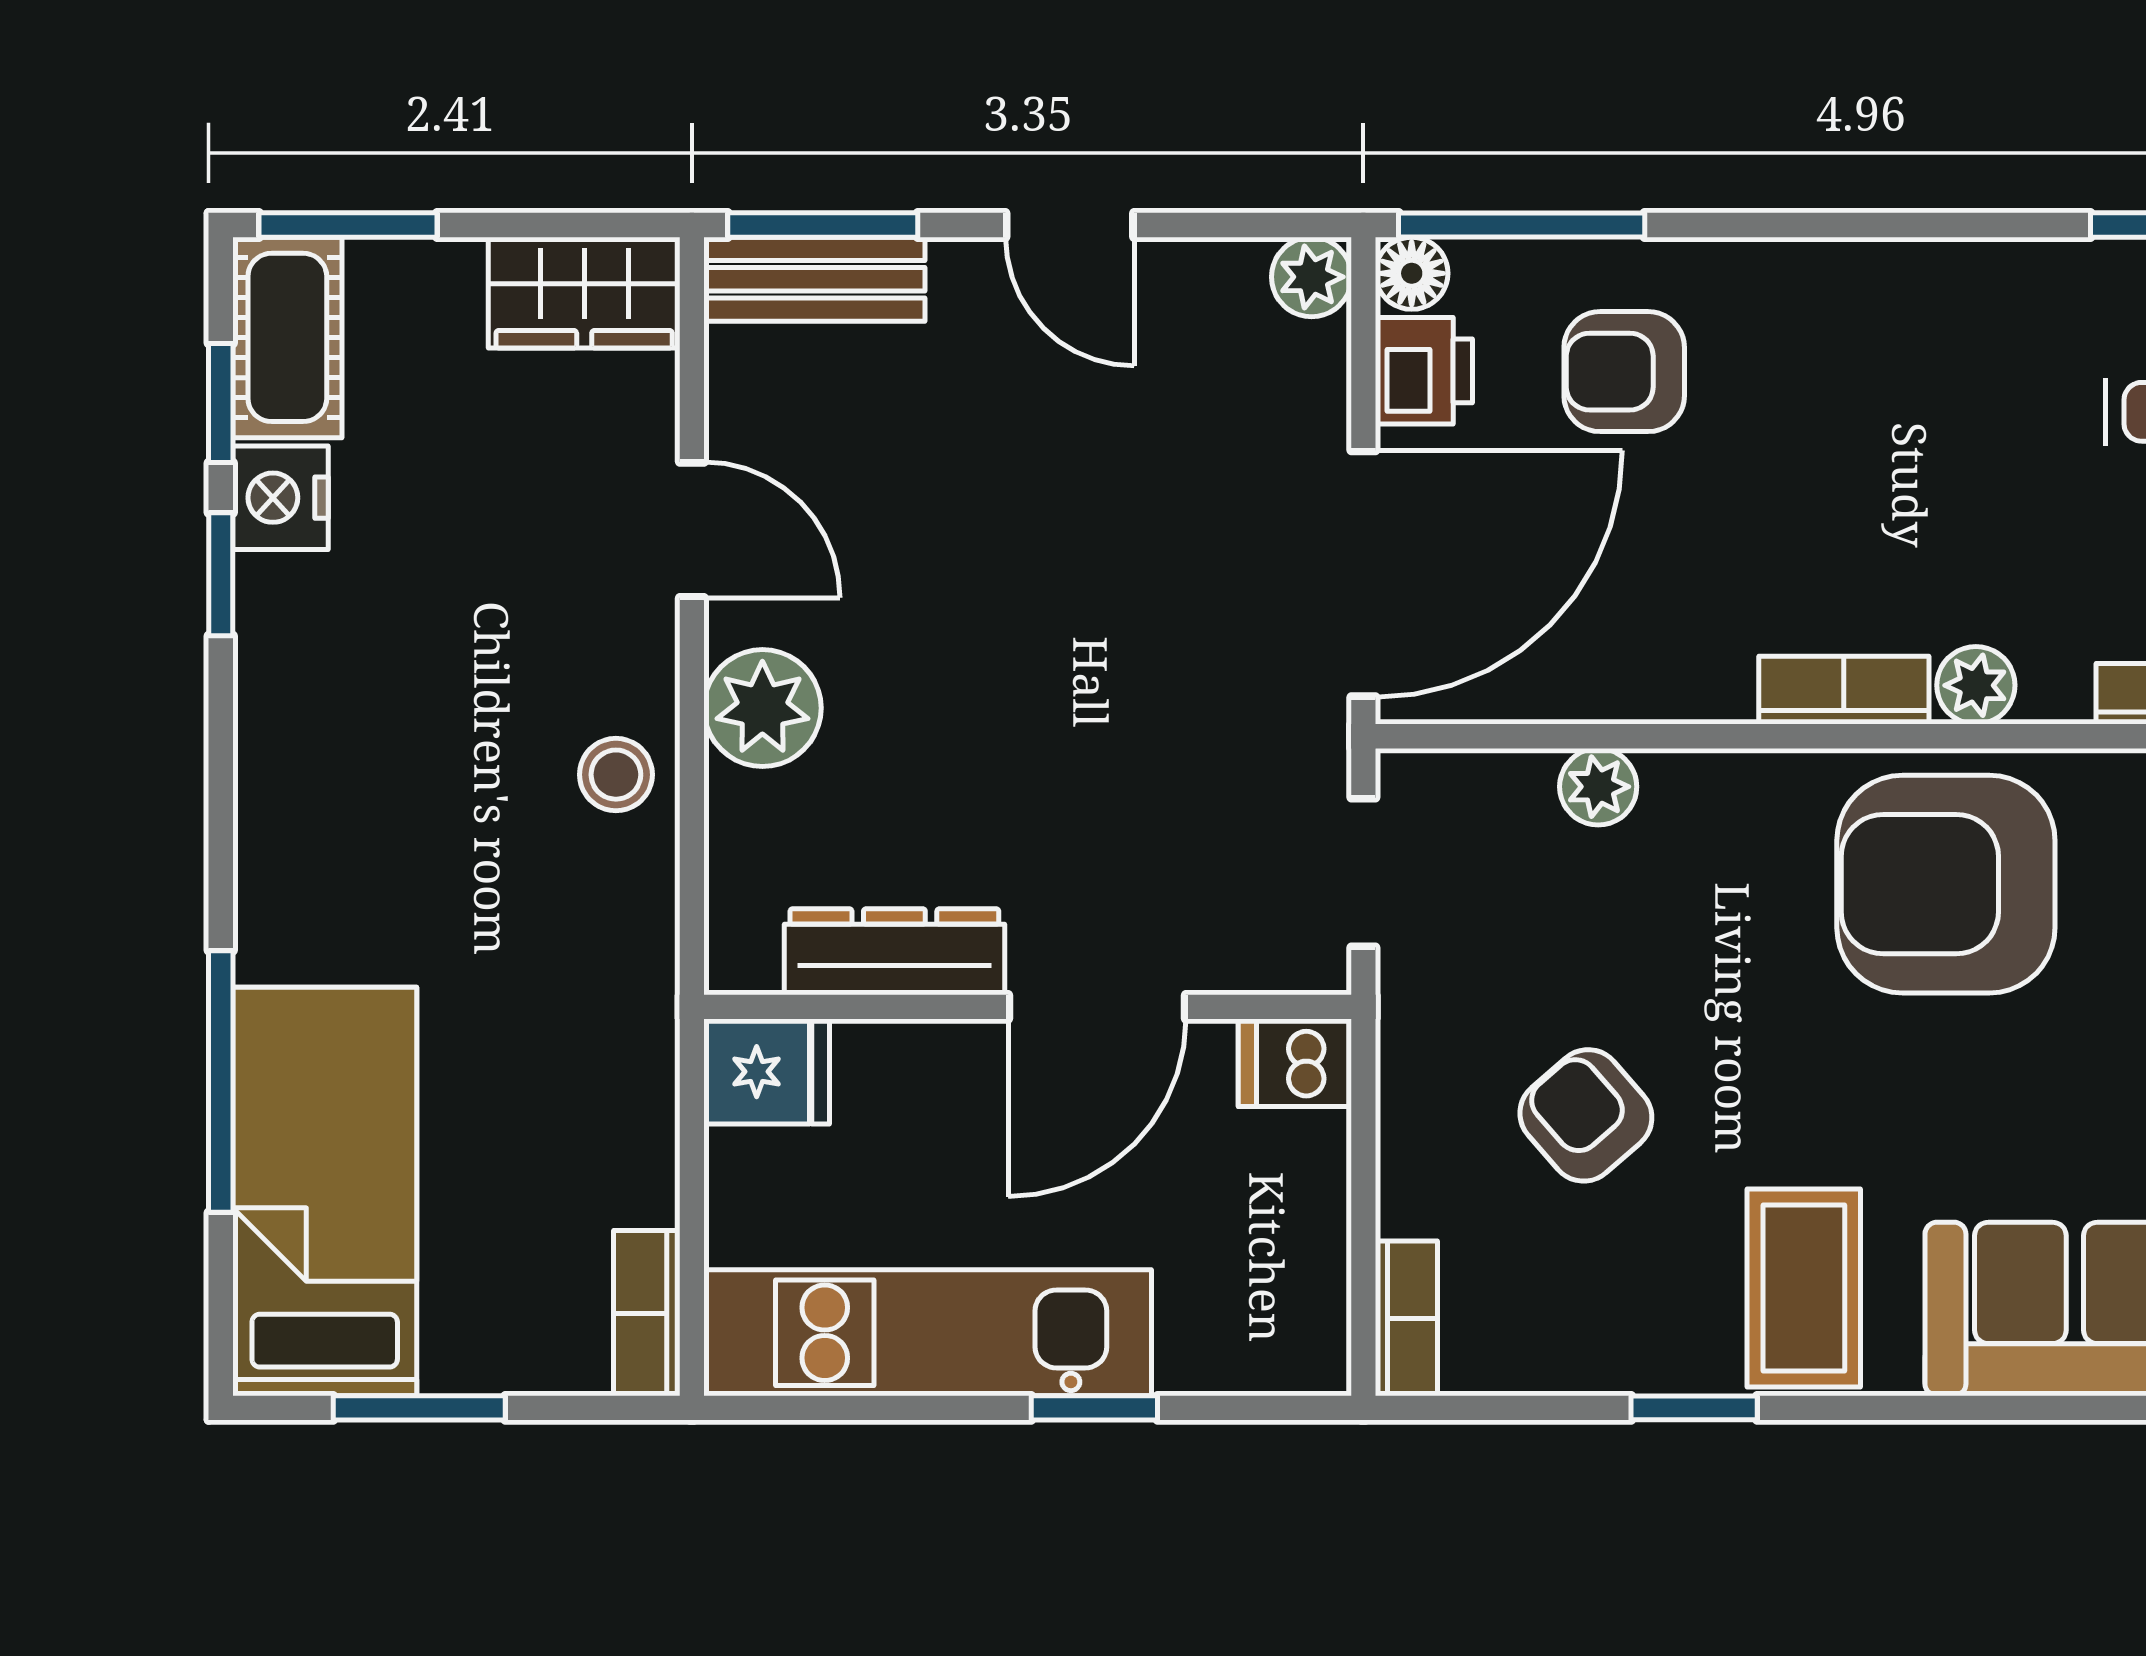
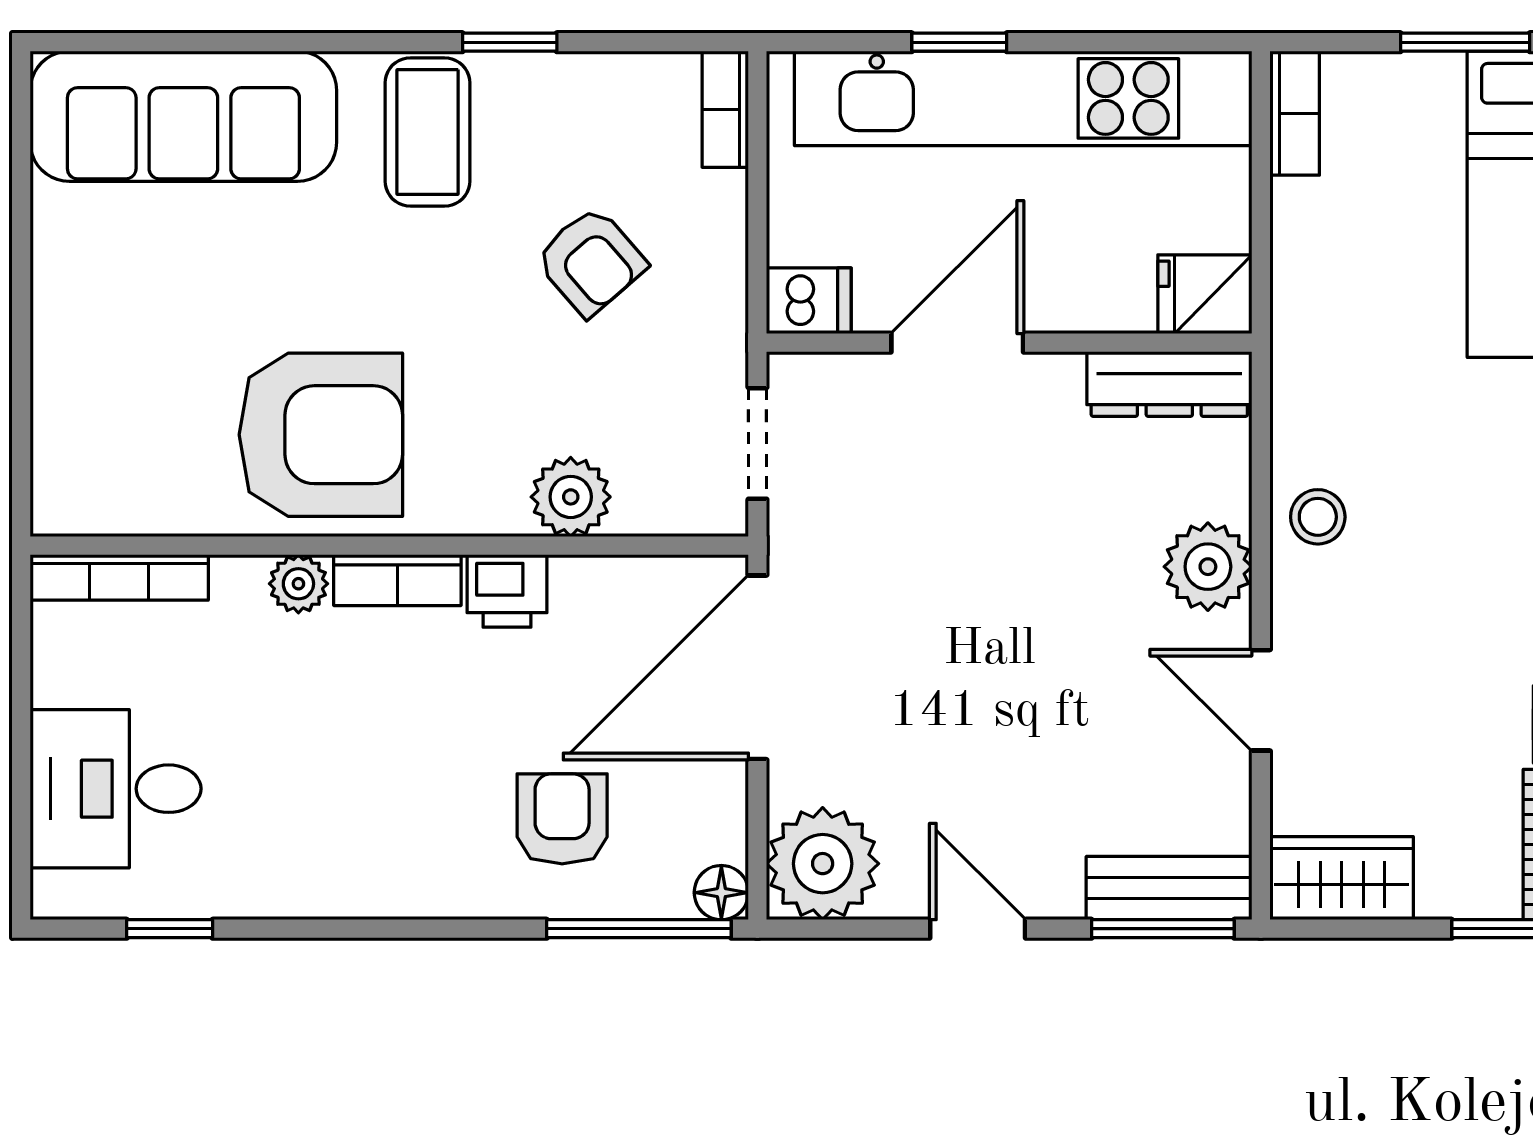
plant: (1312, 277) -> (823, 864), width x1.88, depth x1.88
printer: (1424, 371) -> (507, 591), moved, turned -90
armchair: (1624, 372) -> (562, 819), turned -90
plant: (1598, 787) -> (571, 497), width x1.38, depth x1.38
dresser: (894, 952) -> (1169, 384), moved
kitchen unit: (928, 1333) -> (1023, 98), width x1.36

